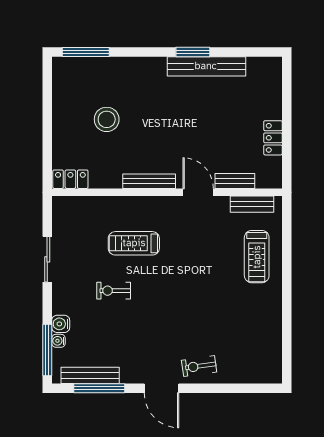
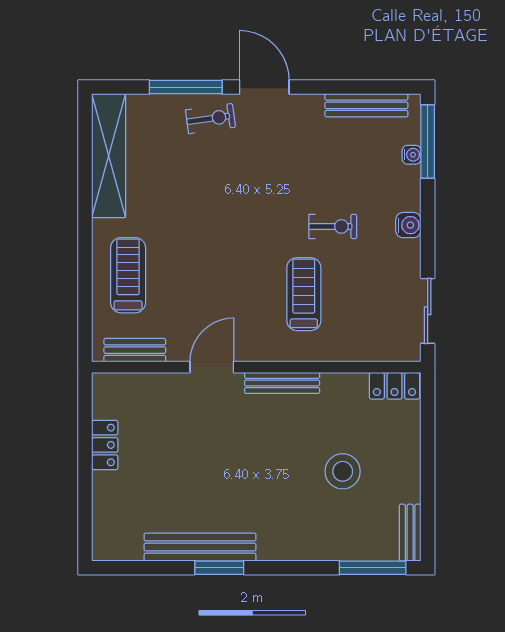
bench: (235, 181) -> (410, 533), moved, turned 90
door: (198, 192) -> (212, 367), swing flipped
treadmill: (134, 243) -> (304, 294), turned -90
sliding door: (47, 259) -> (428, 311), moved
water cooler: (61, 324) -> (408, 225), moved
shelving: (270, 340) -> (109, 156), added
window: (99, 388) -> (186, 87), moved

